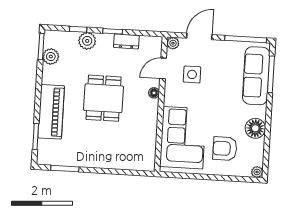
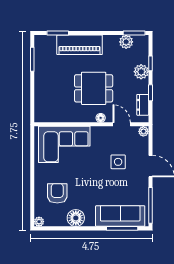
plant: (173, 43) -> (143, 131), moved
door: (163, 68) -> (122, 124), moved
floor lamp: (154, 93) -> (101, 118), moved
wall: (161, 104) -> (91, 124), moved
corner sofa: (183, 138) -> (64, 144), moved

